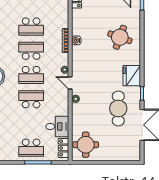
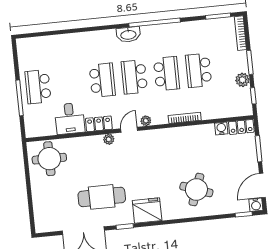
water cooler: (76, 40) -> (221, 128), moved
locker: (63, 148) -> (99, 124), moved

